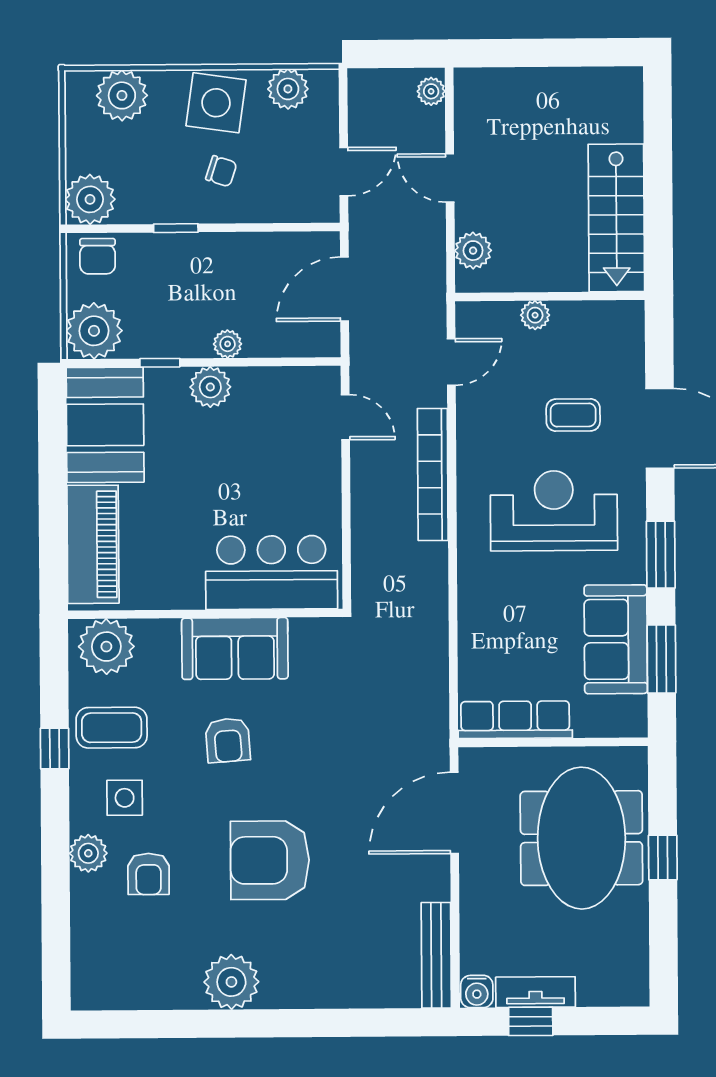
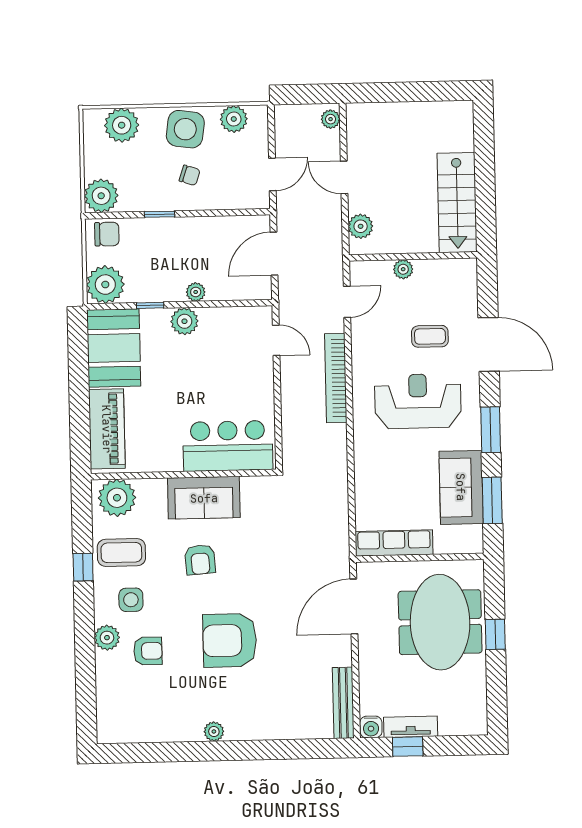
chair: (98, 256) -> (107, 234), turned -90
armchair: (149, 874) -> (148, 651), turned -90
plant: (231, 982) -> (214, 731), width x0.53, depth x0.53

